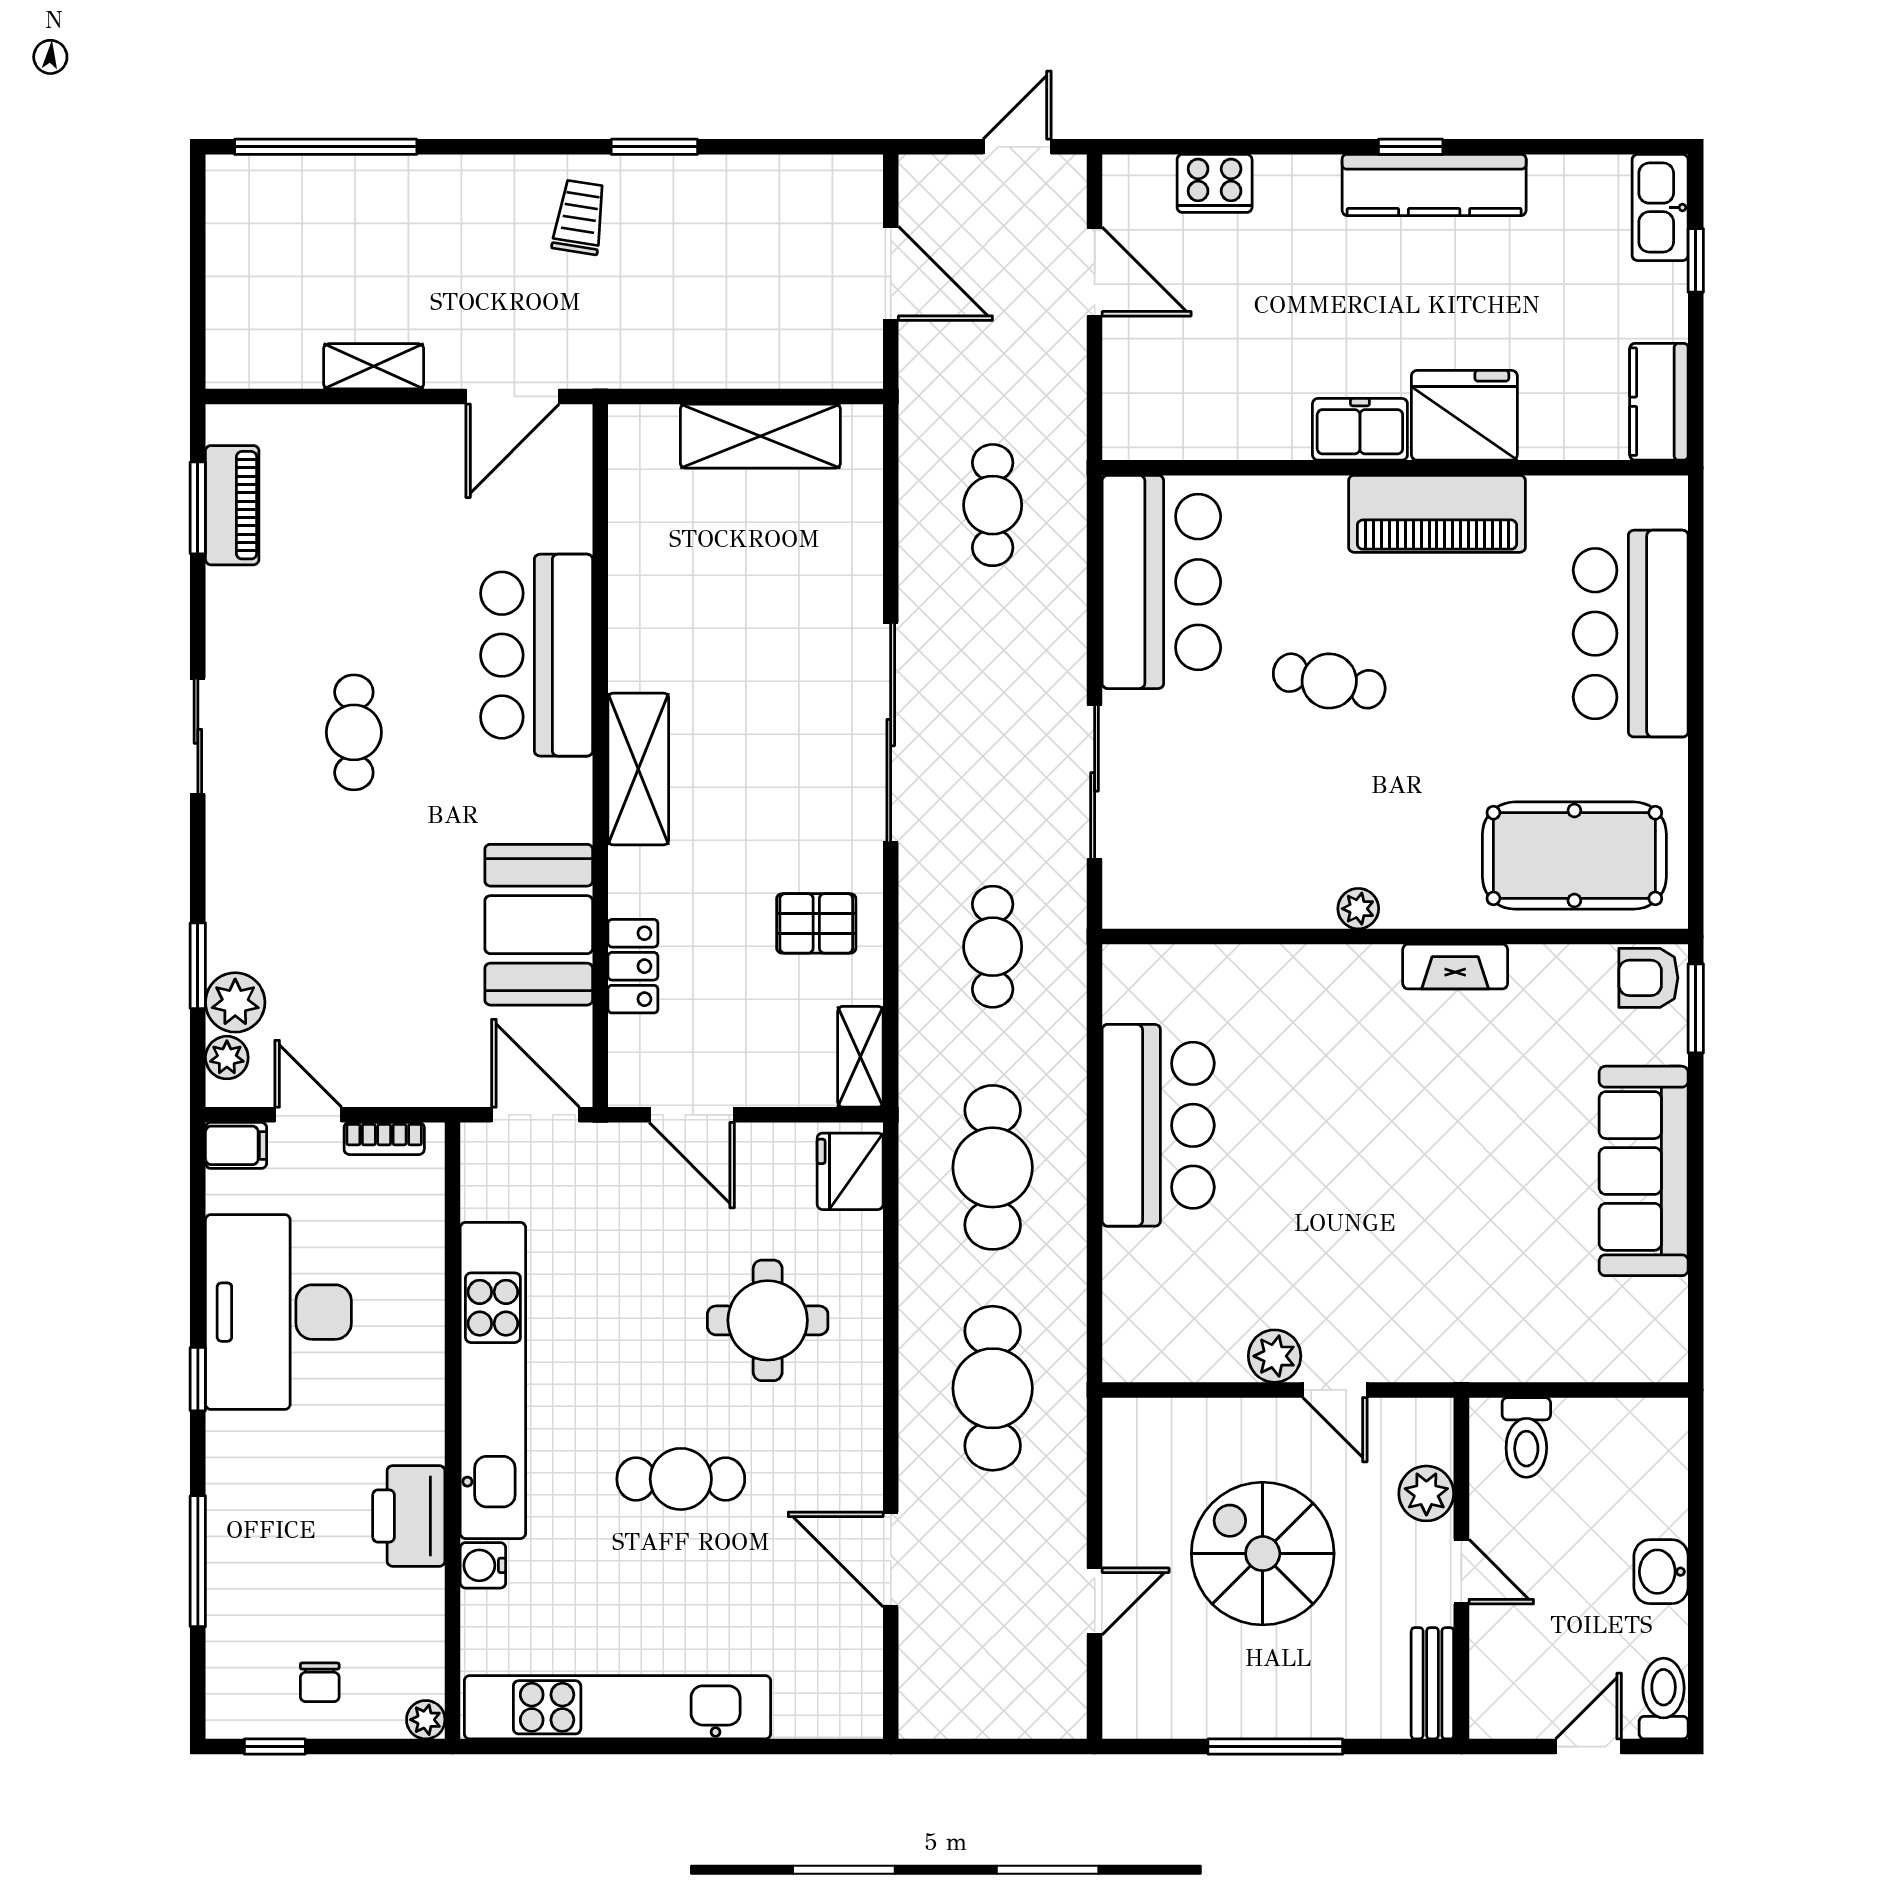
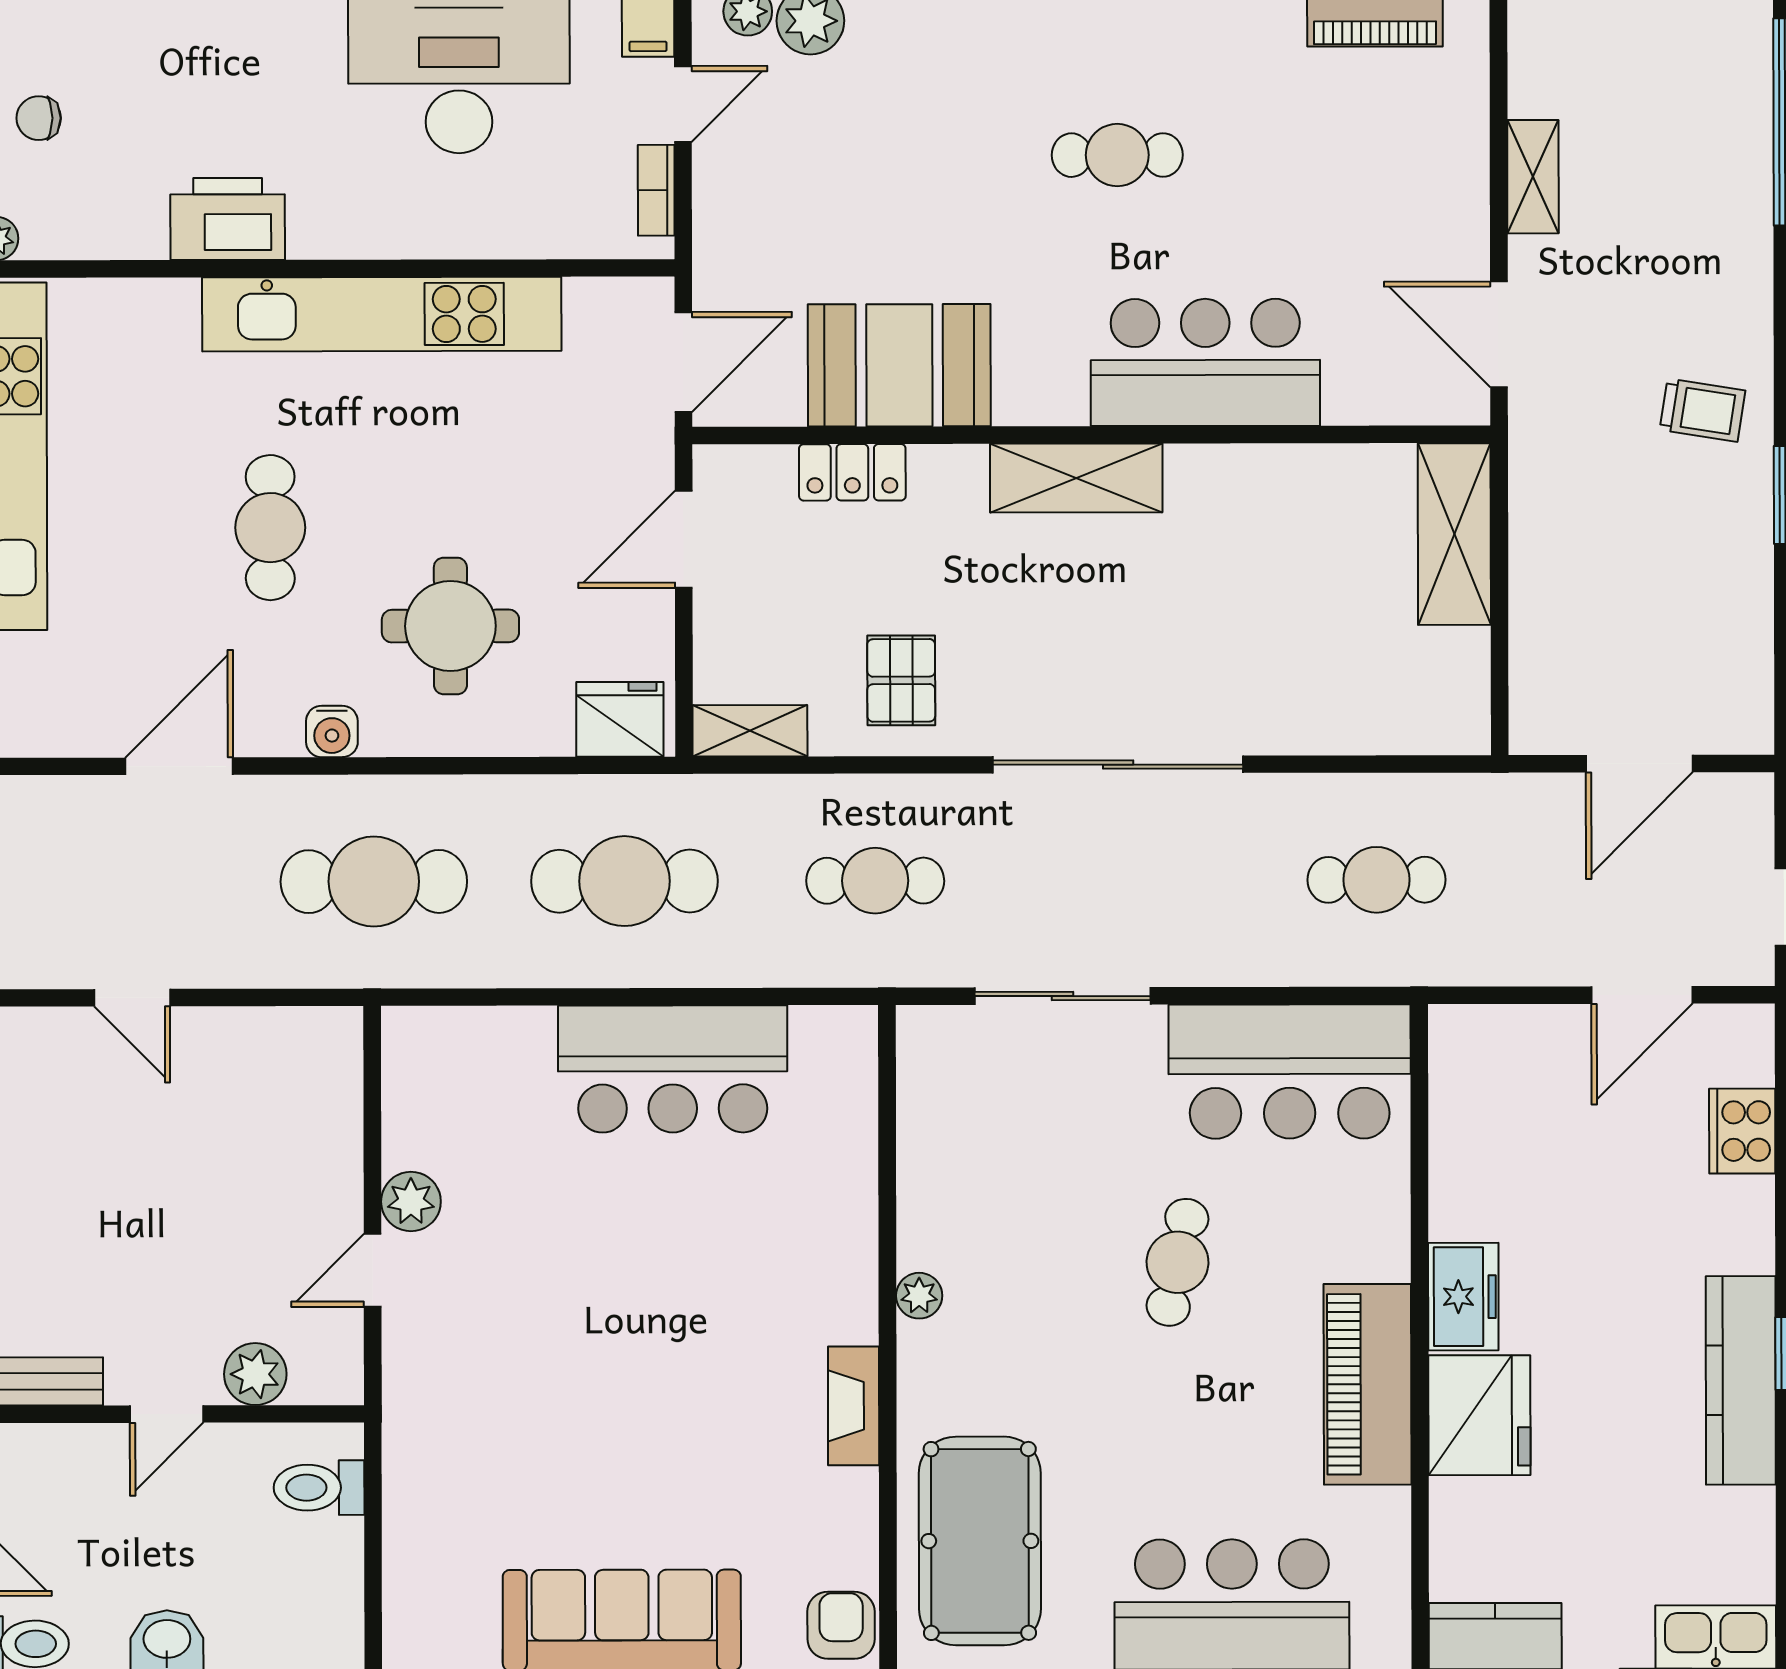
shelving: (760, 436) -> (1454, 534), moved
spiral stairs: (1263, 1554) -> (187, 1188), removed
water cooler: (483, 1565) -> (332, 731), moved, turned 180

